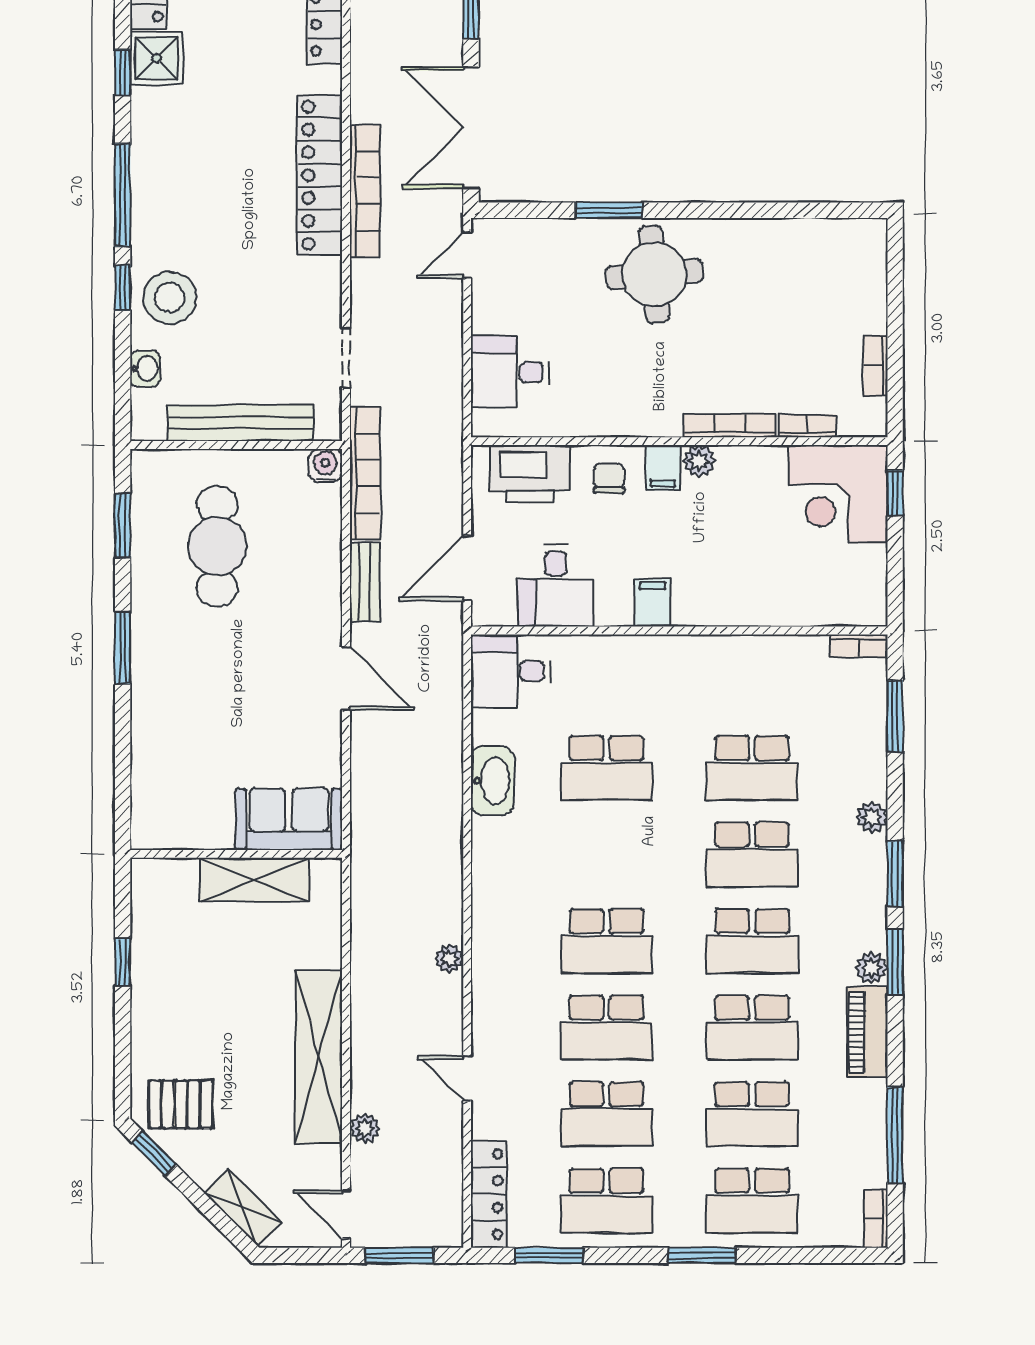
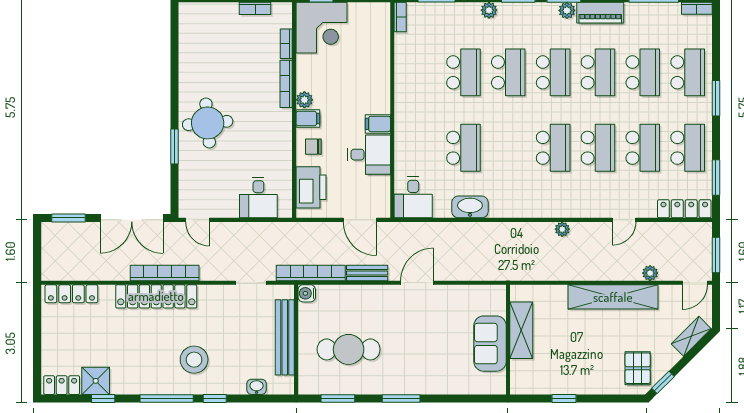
stool: (170, 297) -> (194, 360), moved
desk: (556, 586) -> (369, 155), moved
sofa: (289, 819) -> (490, 344), moved

